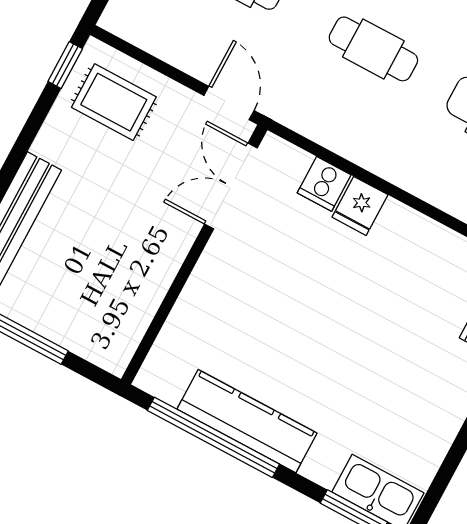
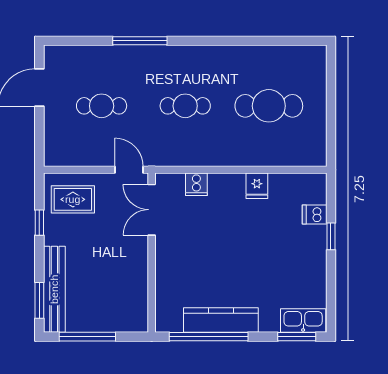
window: (65, 65) -> (39, 223), moved
fridge: (360, 206) -> (257, 186), moved

